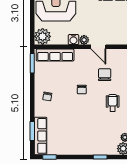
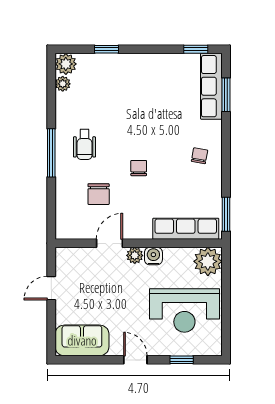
door: (98, 47) -> (109, 243), hinge flipped

